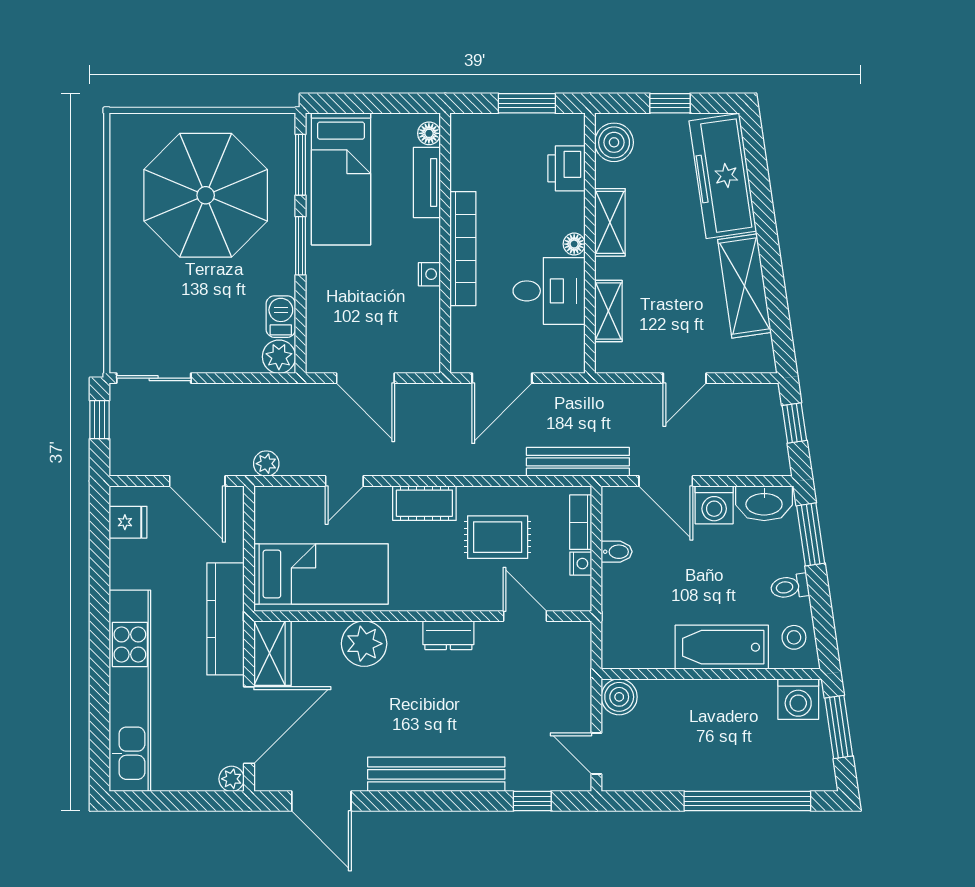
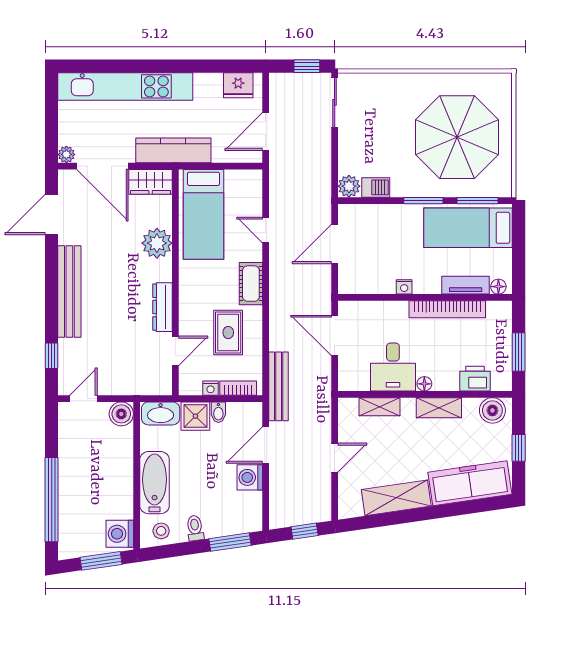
bookcase: (463, 249) -> (447, 309), moved
door: (685, 378) -> (335, 458), swing flipped
plant: (266, 464) -> (277, 178), removed
washbasin: (764, 503) -> (161, 413), moved, turned -90
fridge: (128, 522) -> (238, 85), width x1.38
shower: (622, 586) -> (195, 416), added
dresser: (448, 635) -> (162, 307), width x1.44

